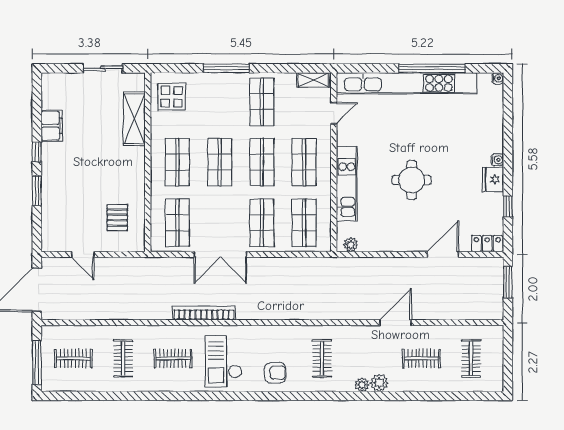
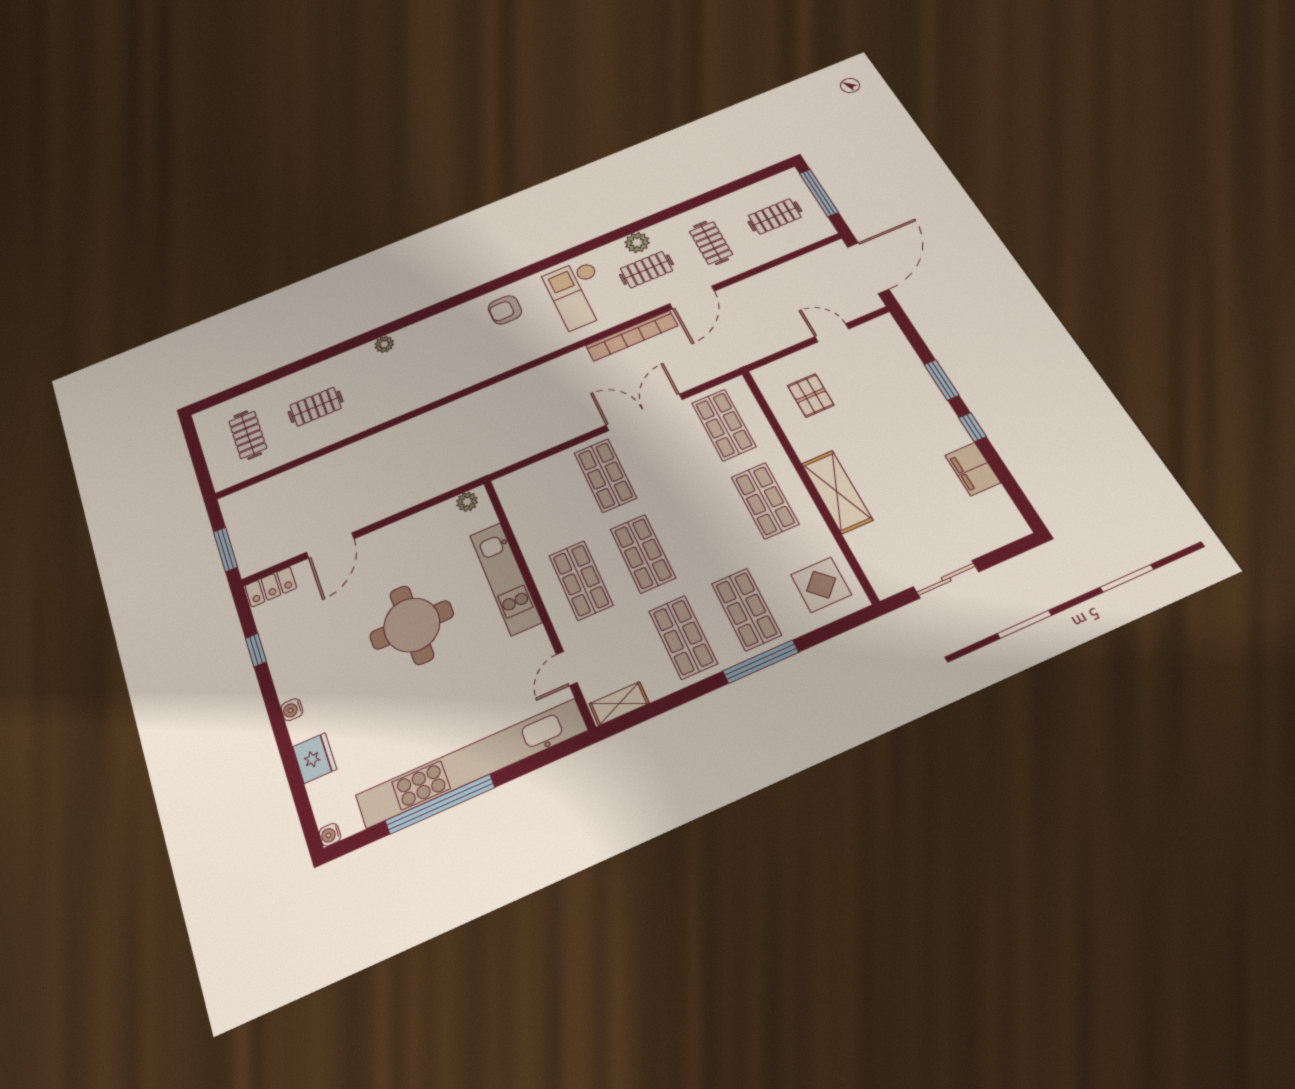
shelving: (134, 119) -> (837, 492), moved
shop shelf: (220, 162) -> (746, 609), moved
fridge: (493, 179) -> (315, 758), moved
round table: (412, 180) -> (412, 625), width x1.36, depth x1.36
shop shelf: (304, 223) -> (545, 501), removed
door: (396, 323) -> (692, 297), moved
clothes rail: (322, 358) -> (450, 351), removed
checkout: (223, 361) -> (579, 294), turned 180
plant: (379, 383) -> (637, 243), moved

